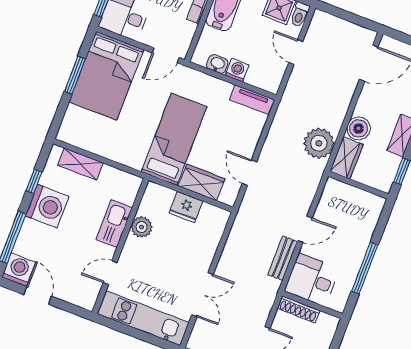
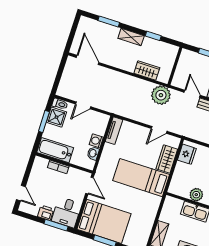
boiler: (359, 128) -> (128, 64), removed
plant: (319, 143) -> (161, 95), moved
wall: (358, 185) -> (175, 66), moved
fridge: (186, 207) -> (187, 154), moved

